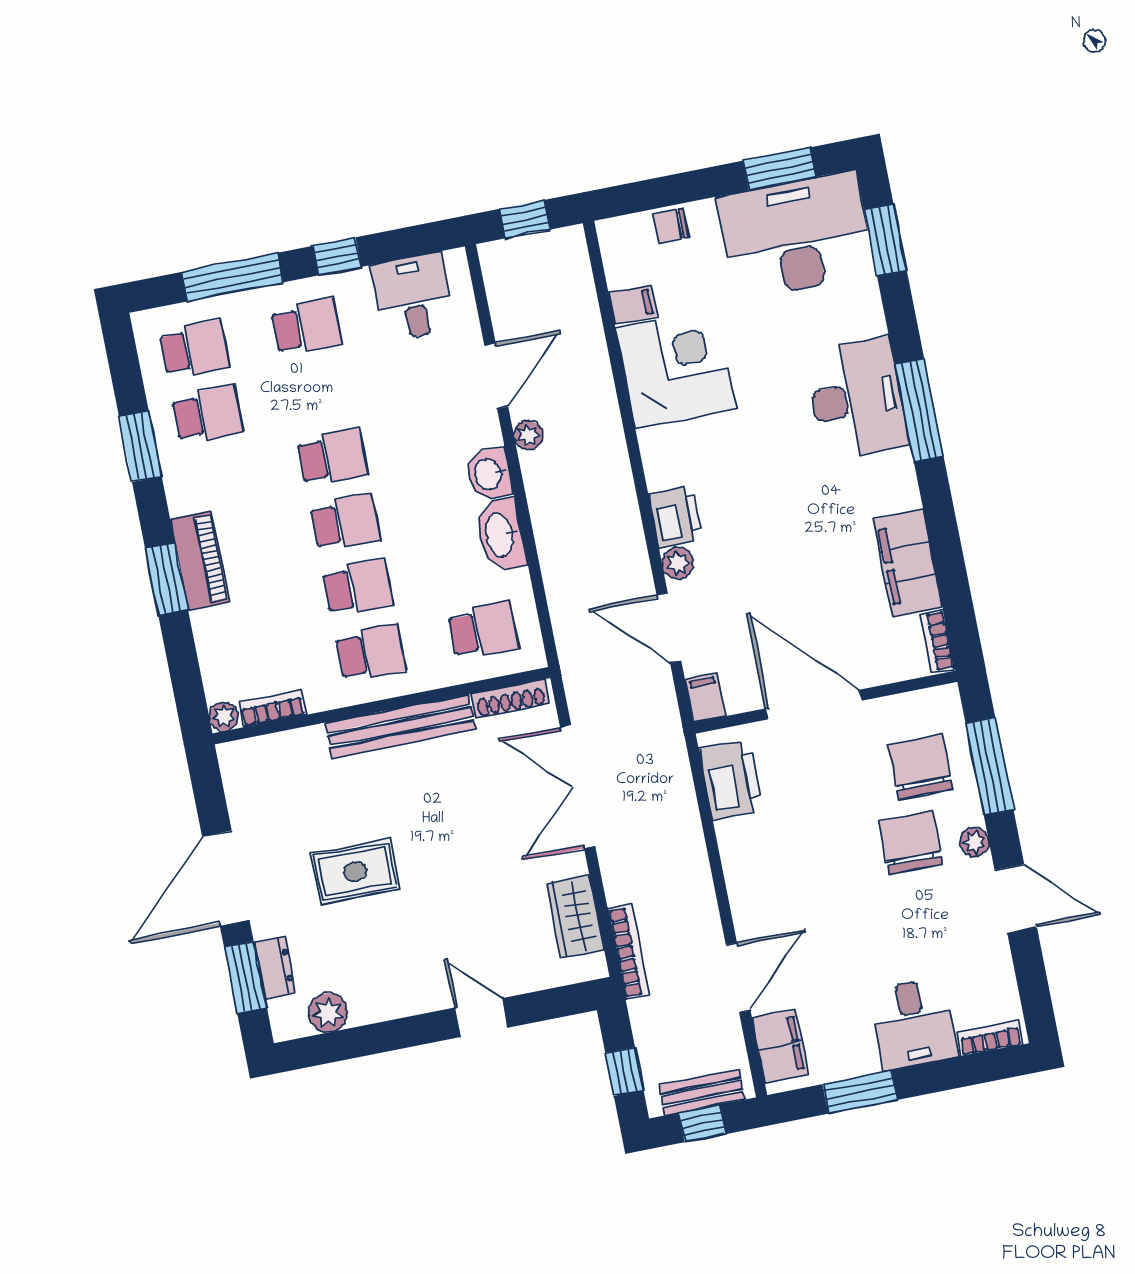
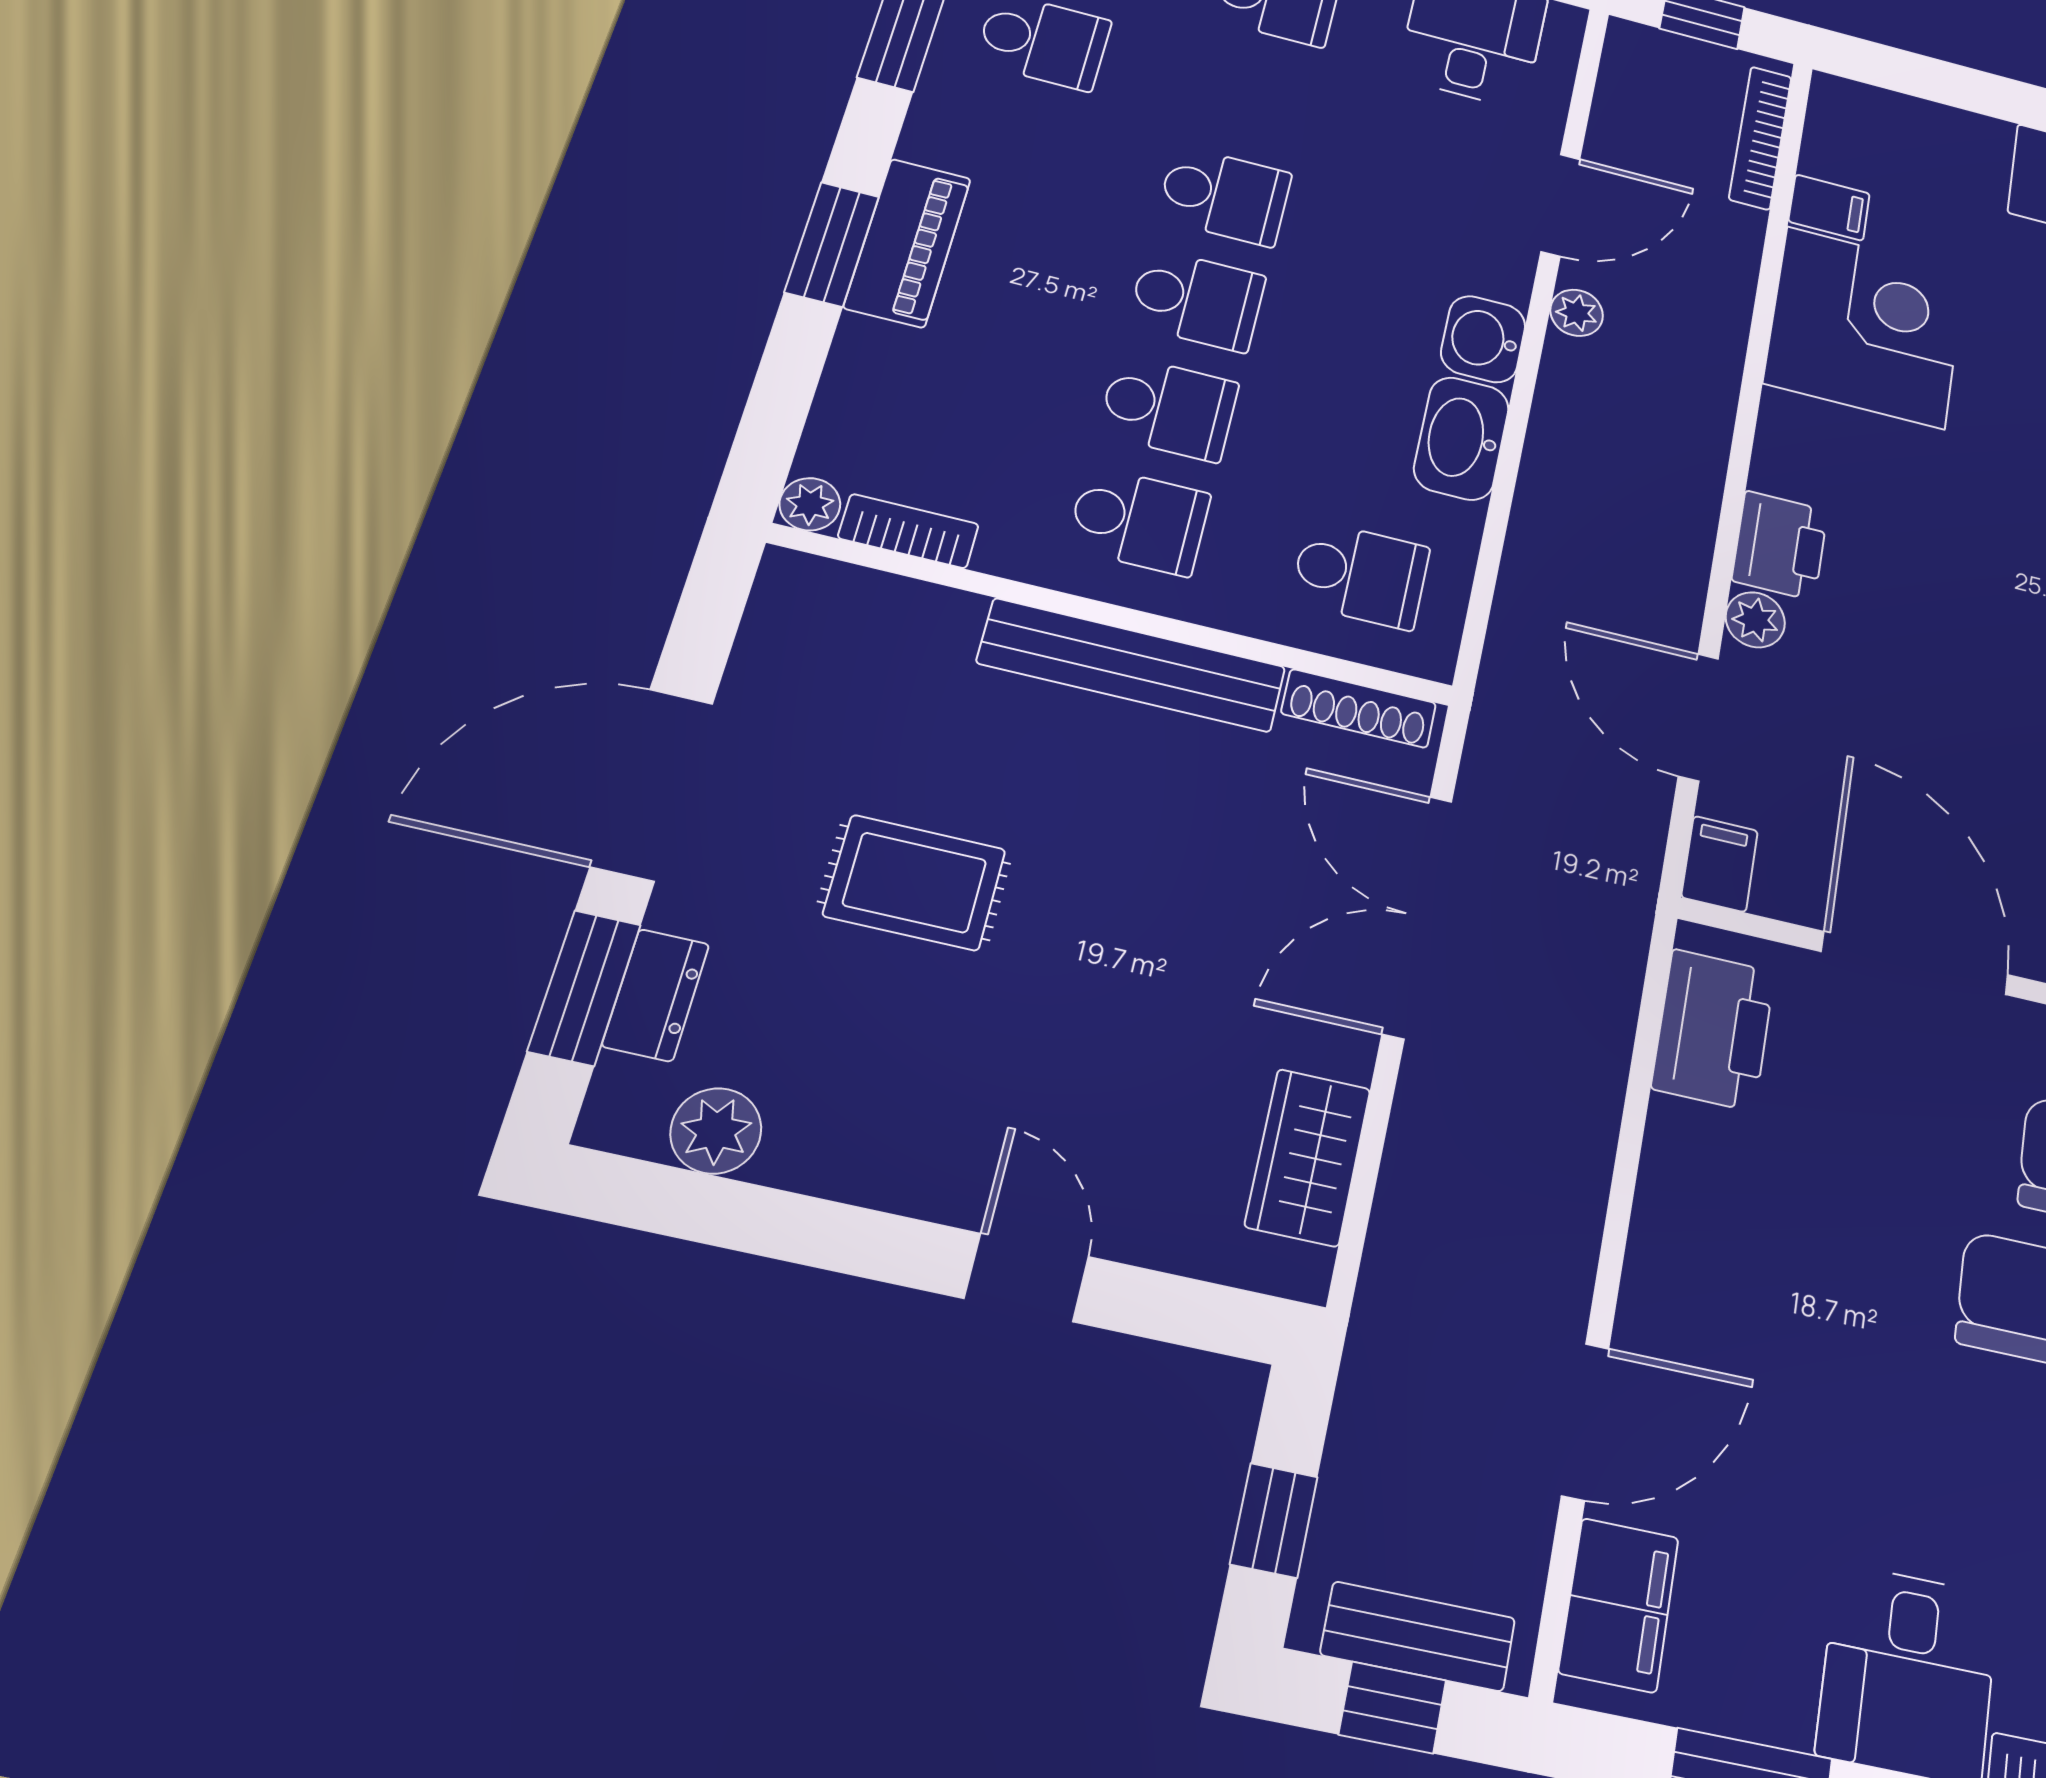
chair: (671, 226) -> (1933, 130), removed
bookcase: (628, 952) -> (1760, 138), moved, turned 180

